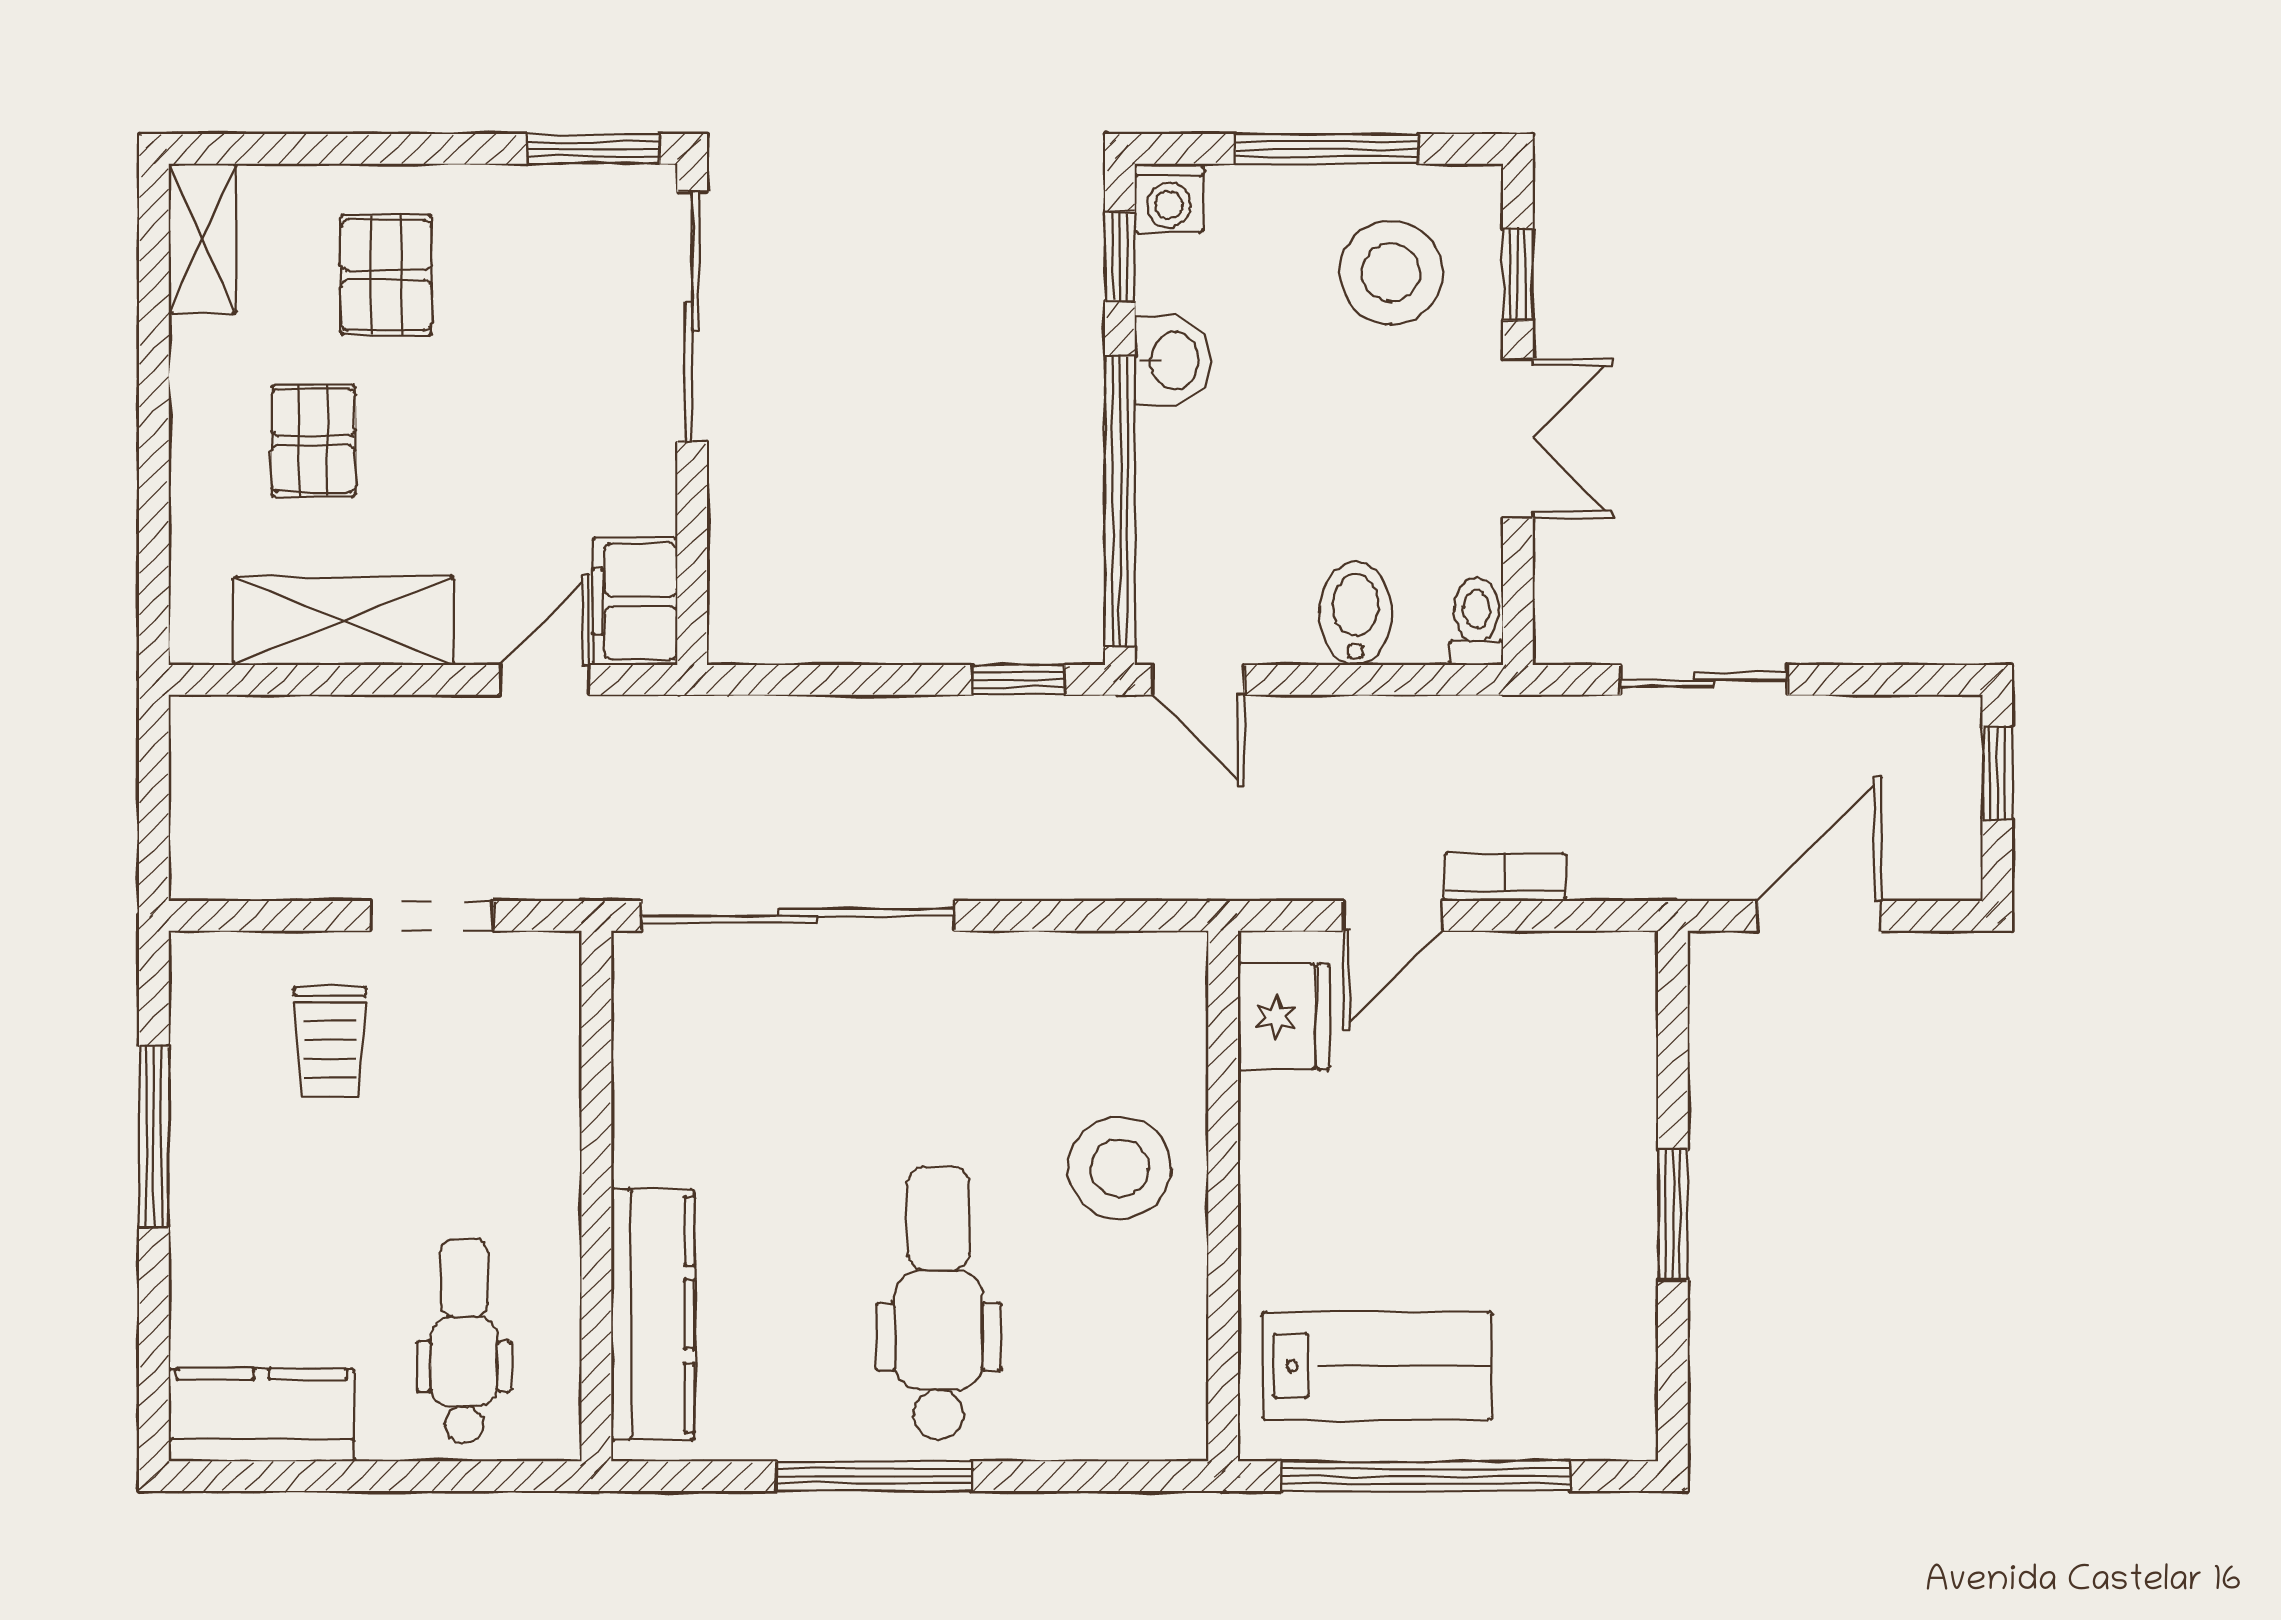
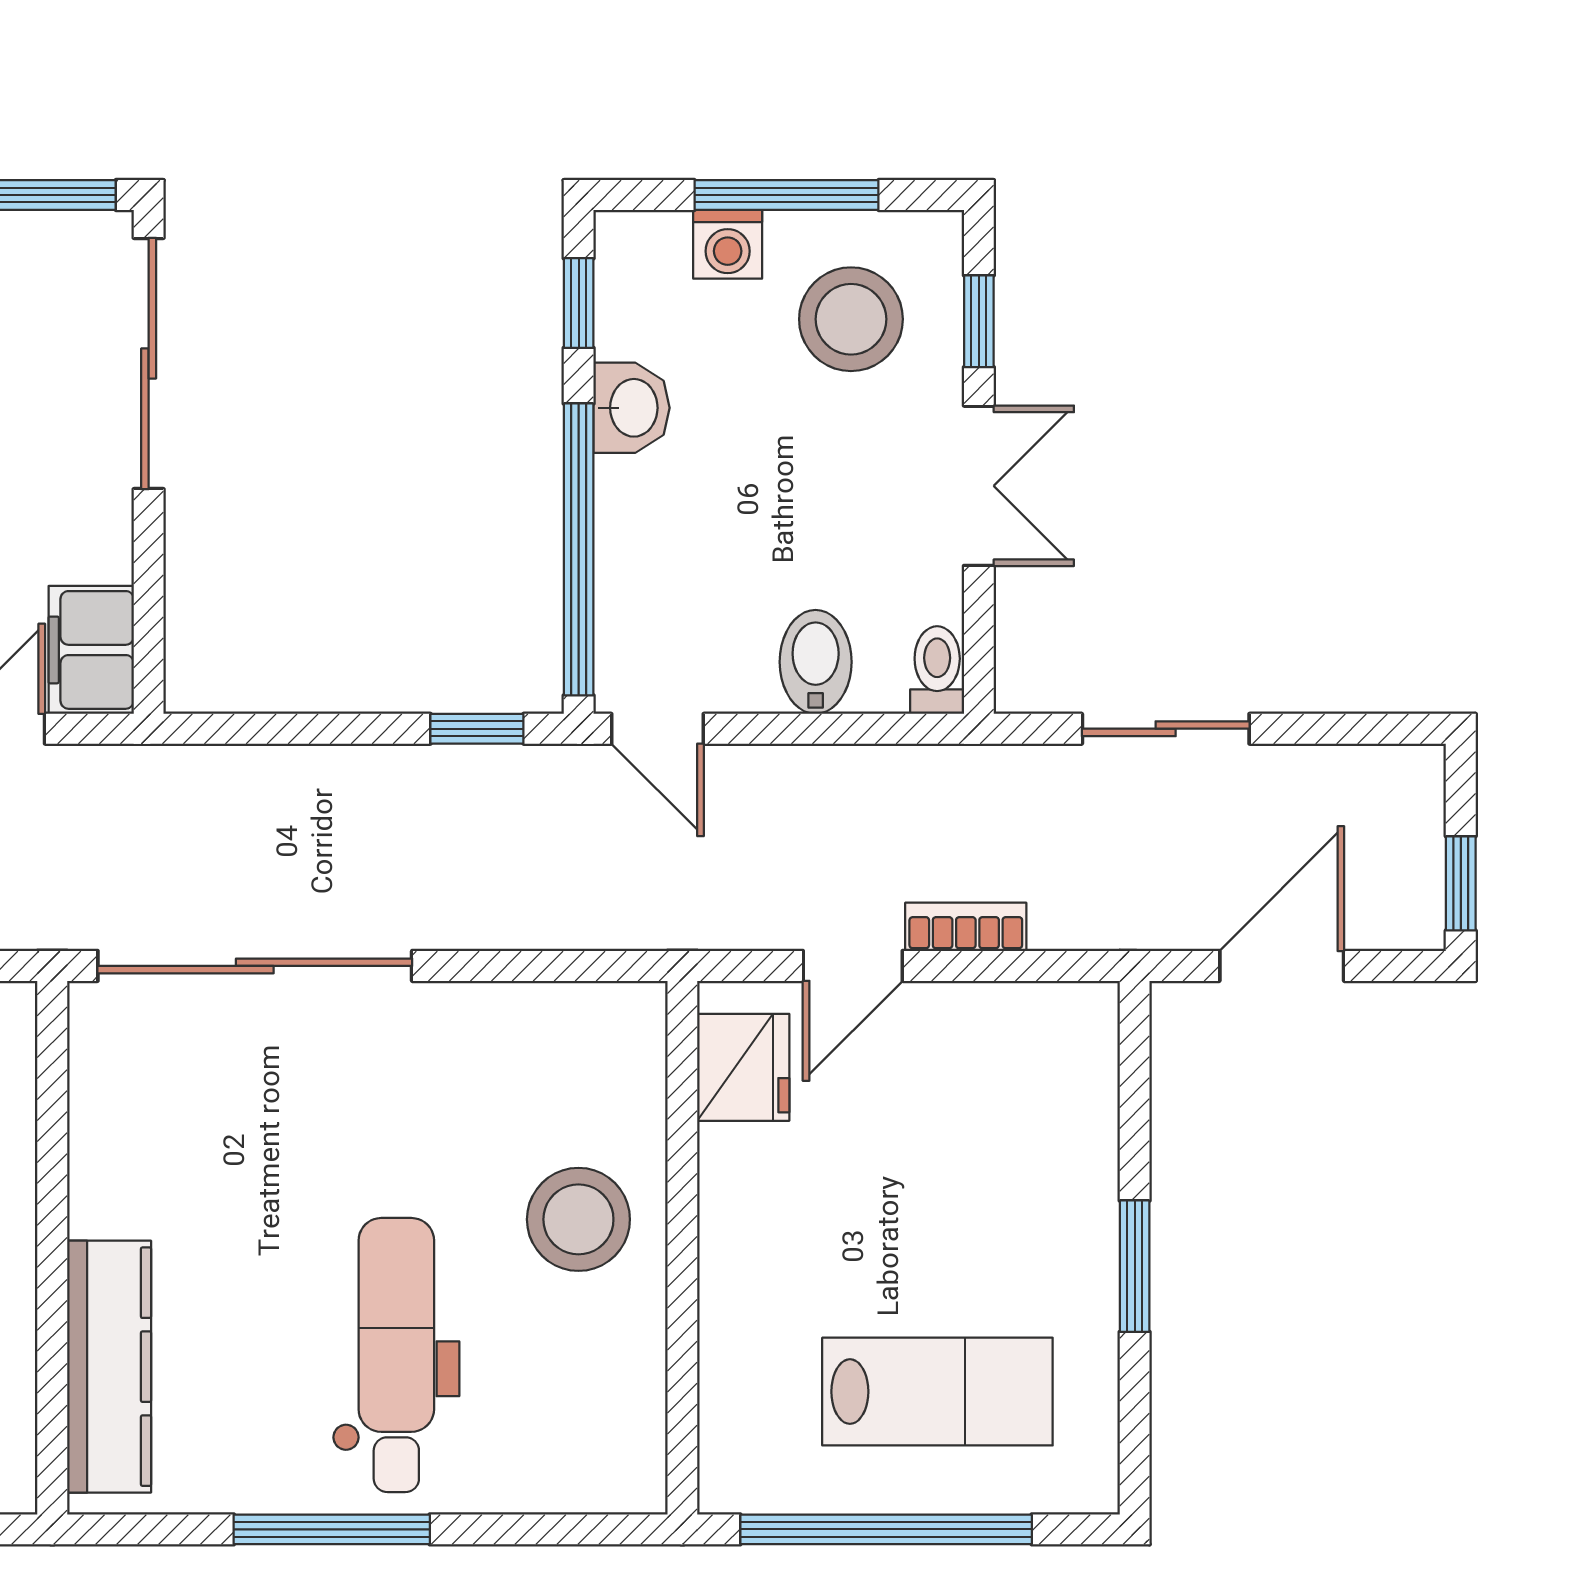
washing machine: (1169, 198) -> (728, 244), moved
window: (1997, 773) -> (1461, 883), moved
lab bench: (1377, 1366) -> (937, 1392), moved

